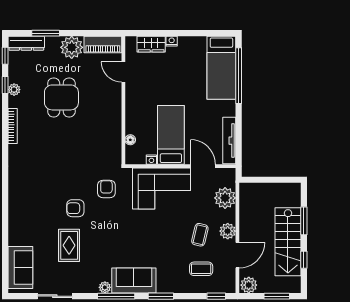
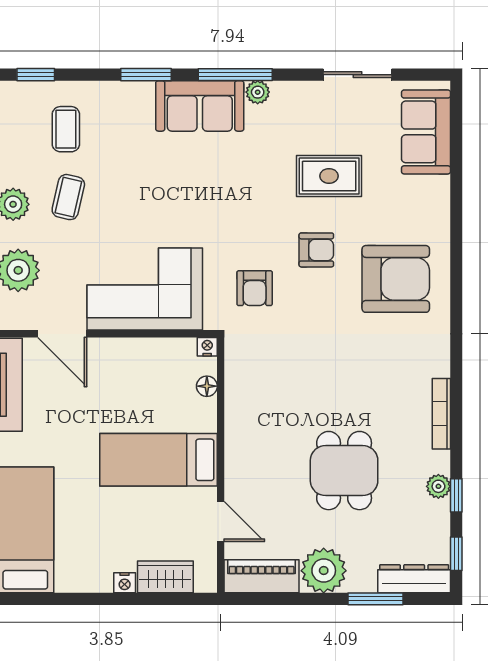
bed: (171, 135) -> (159, 460), moved, turned 90
nightstand: (151, 160) -> (207, 347), moved
armchair: (36, 194) -> (396, 279), added
rug: (69, 245) -> (329, 176), turned 90
coffee table: (201, 269) -> (66, 129), turned 90

